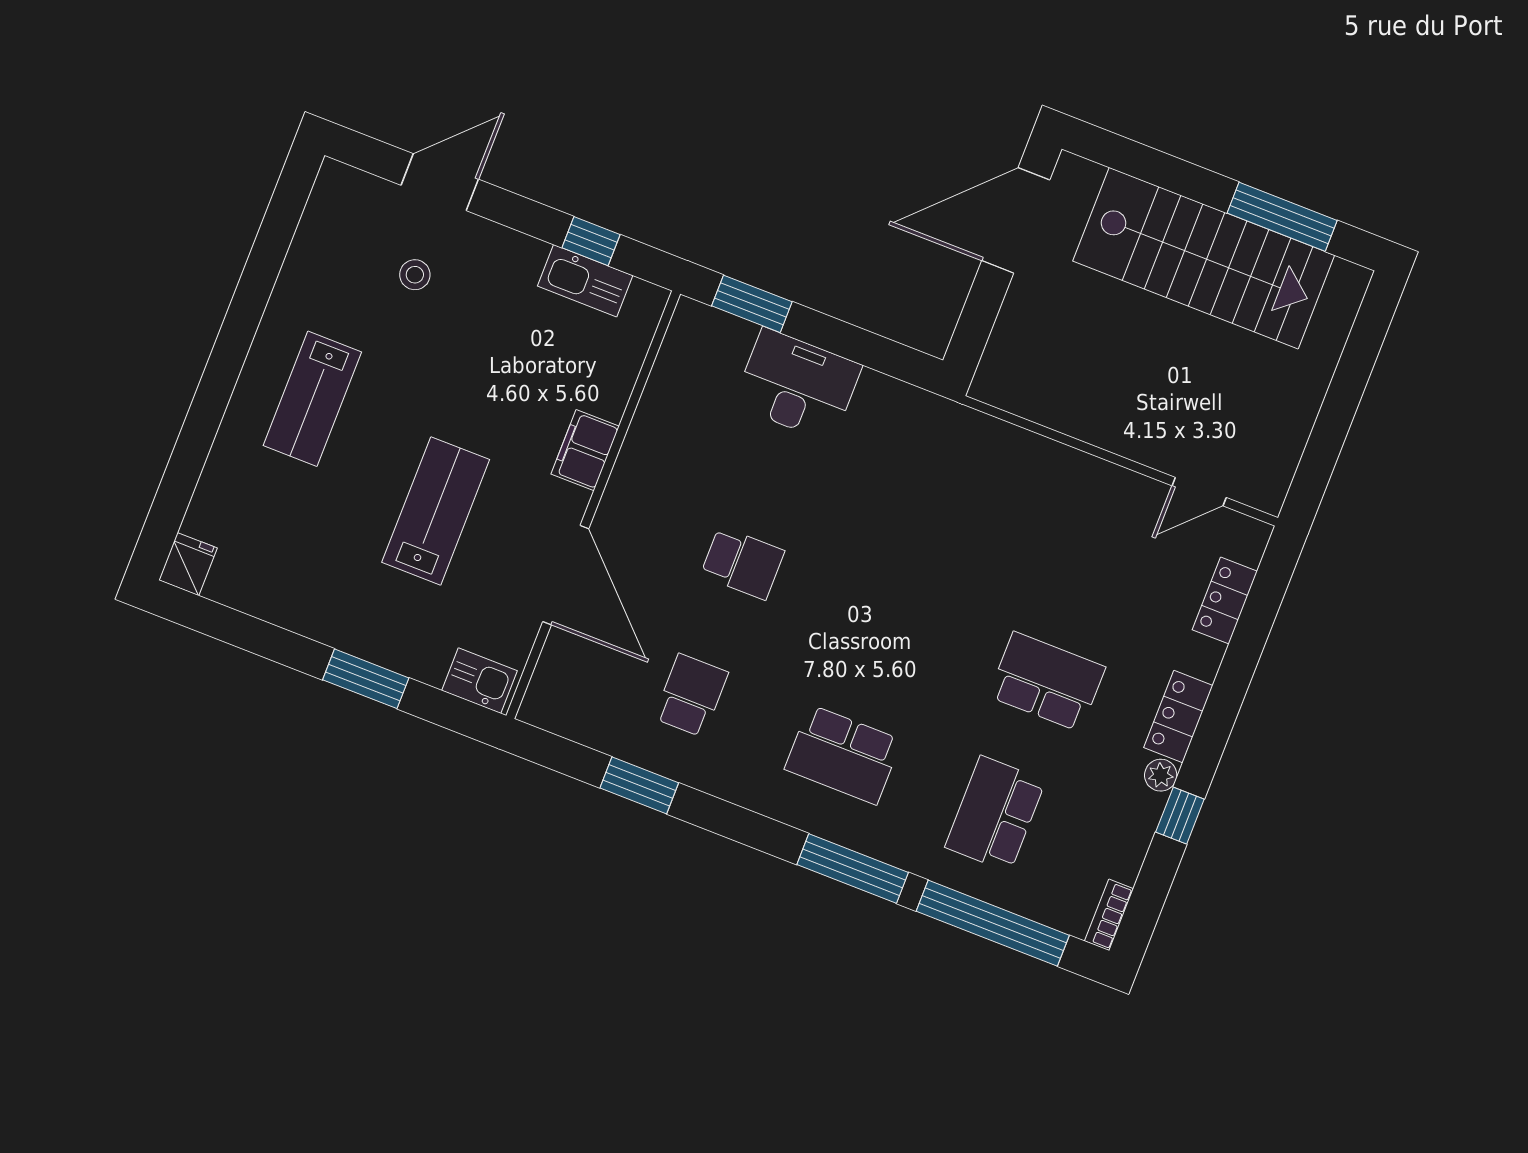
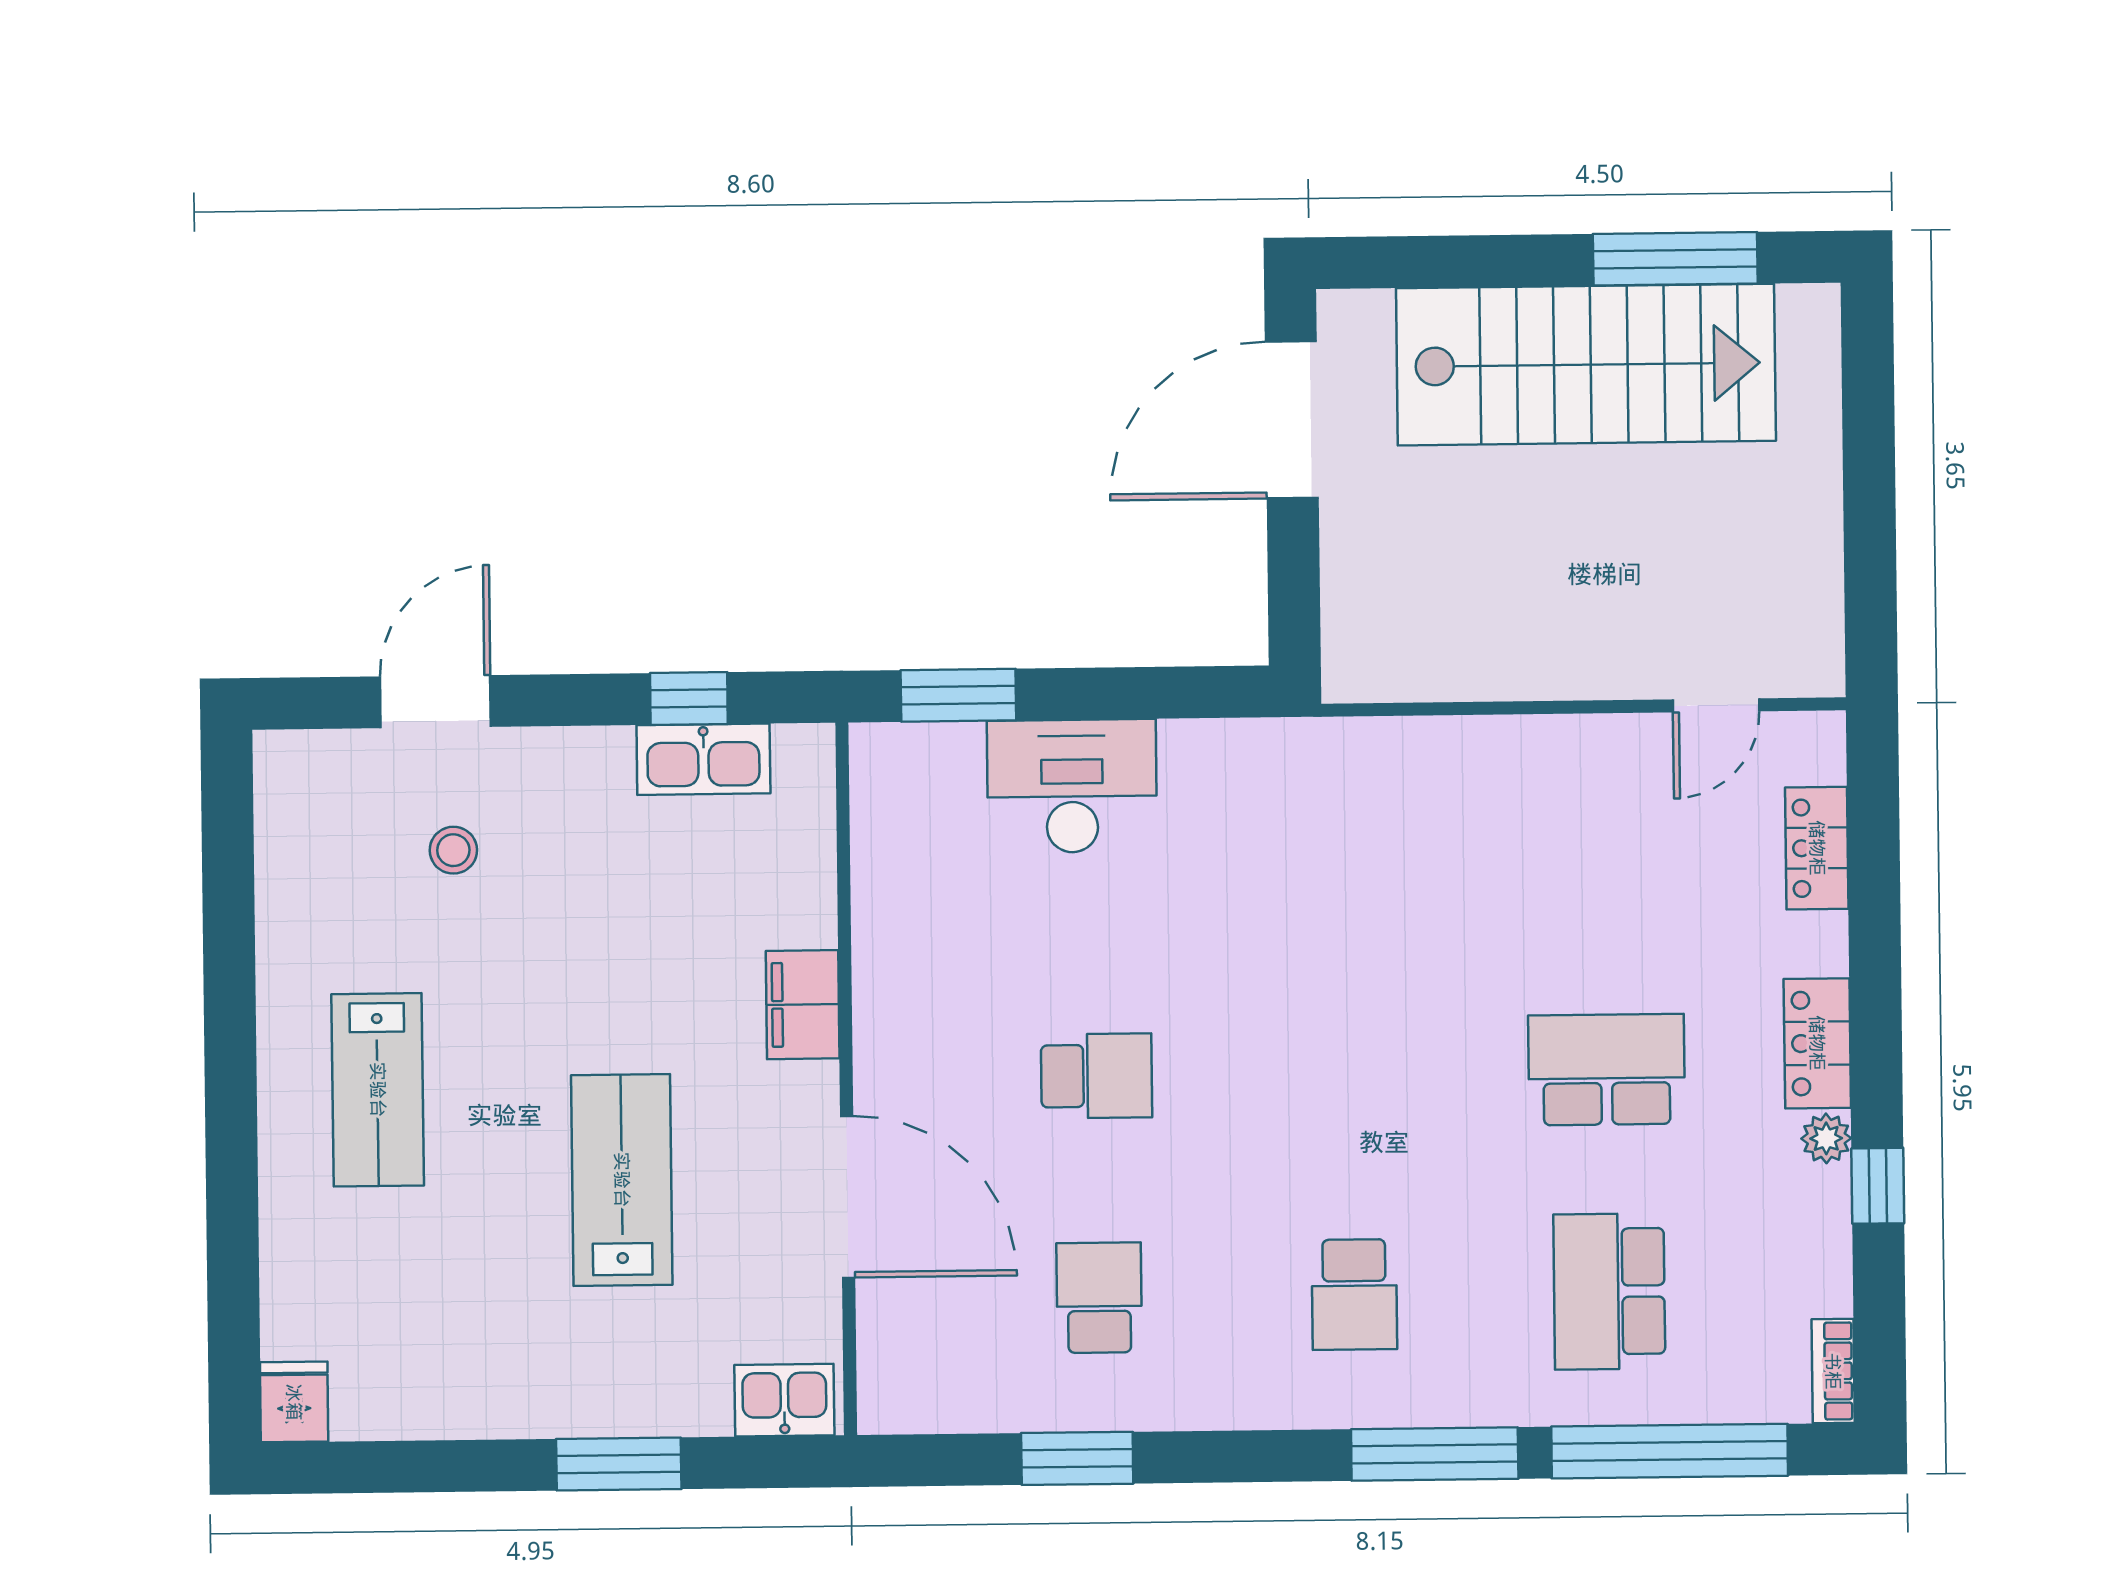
school desk: (843, 755) -> (1354, 1295), width x0.54

